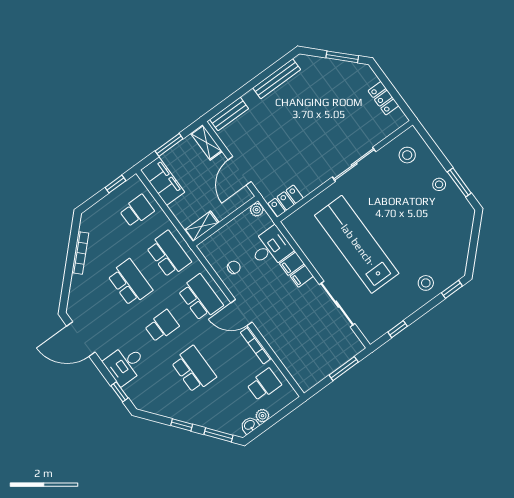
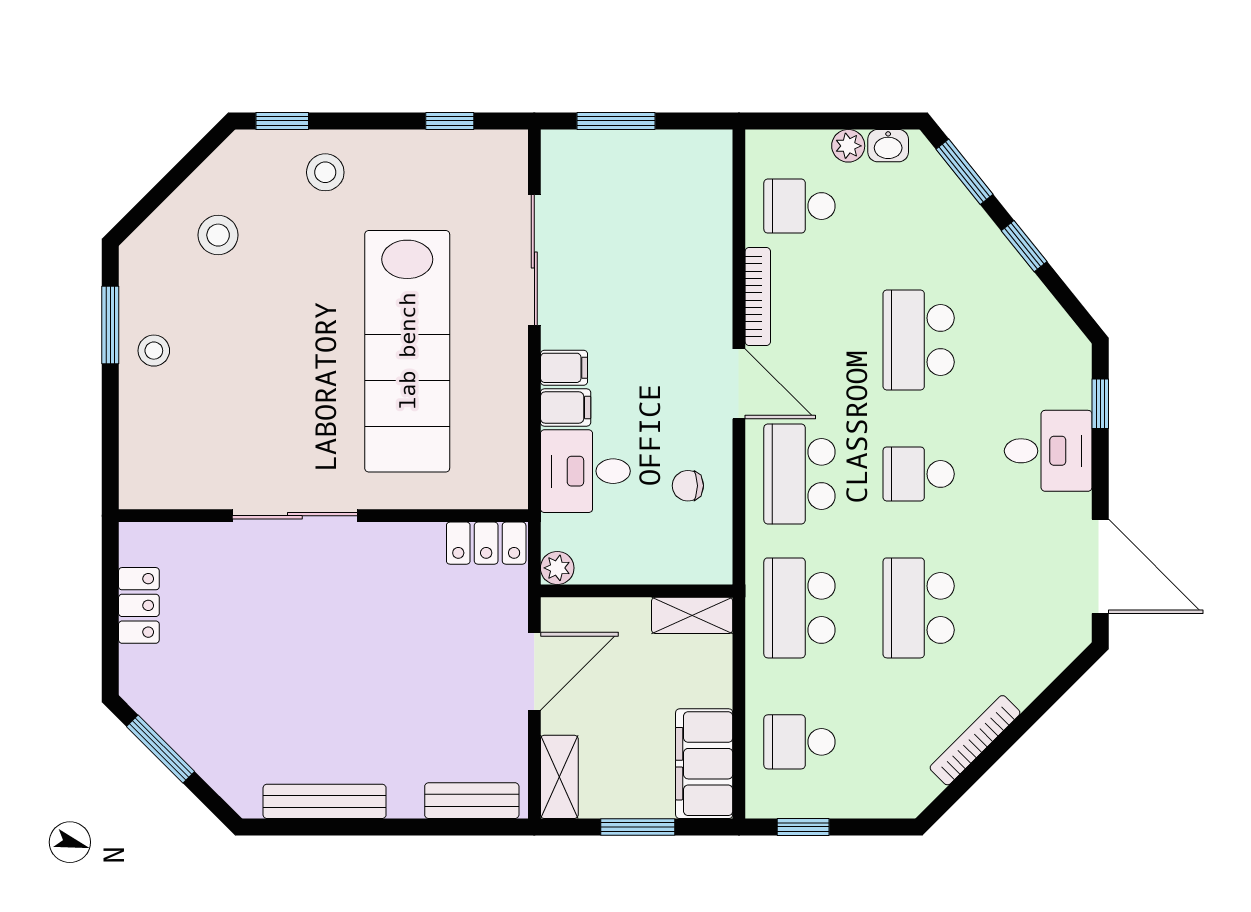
stool: (407, 155) -> (218, 235), moved

